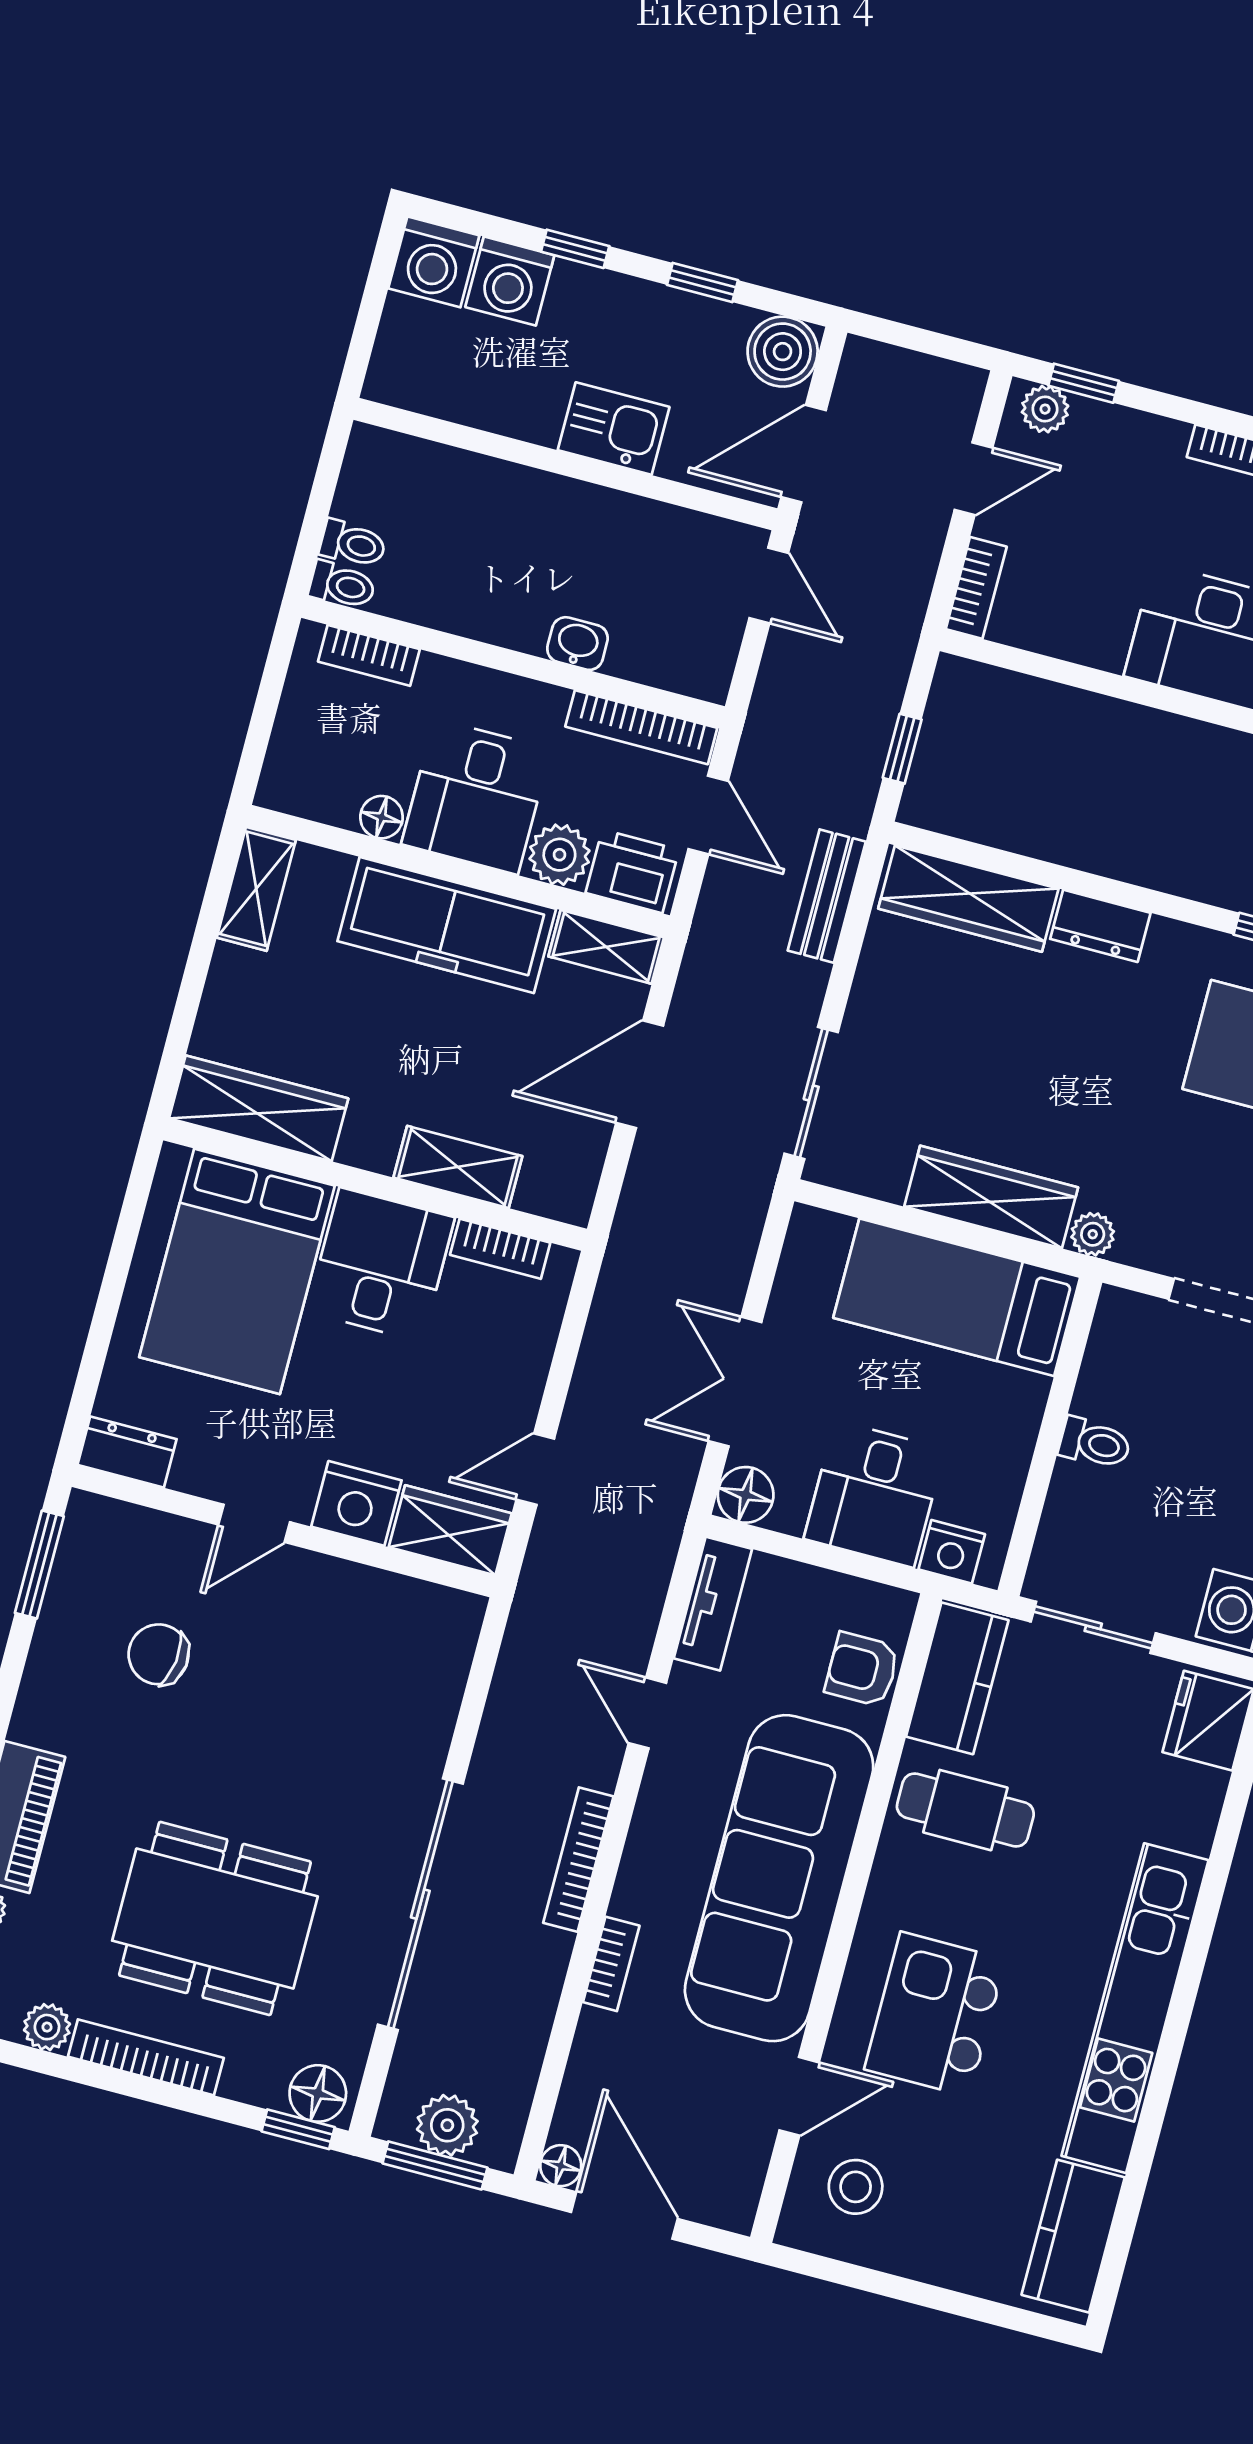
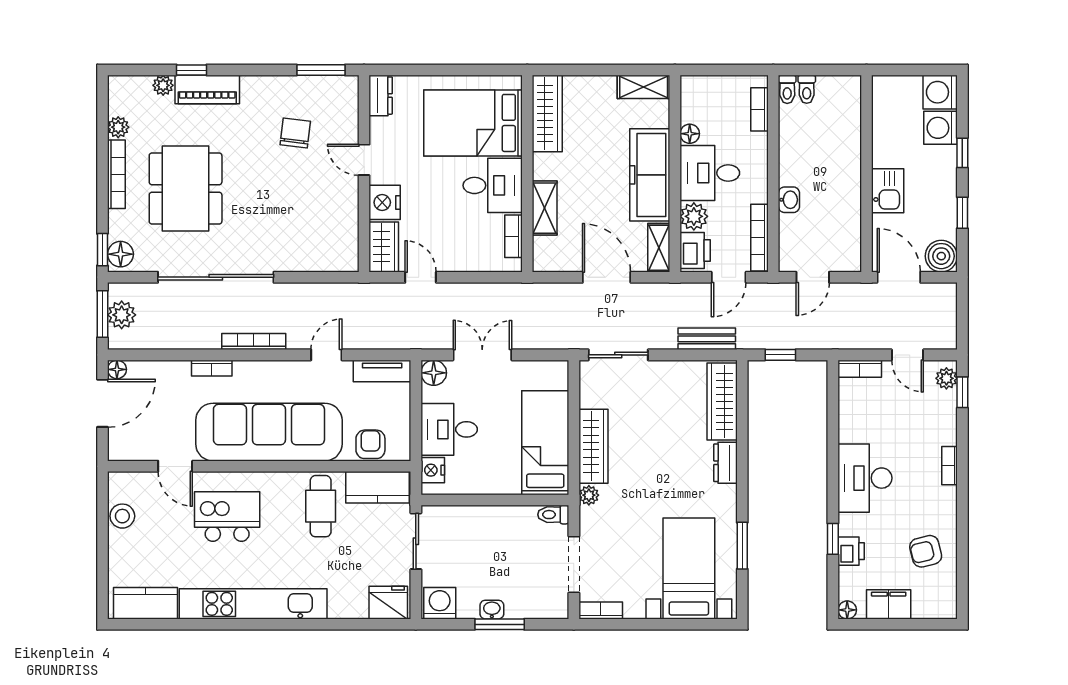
door: (769, 585) -> (813, 277), moved
toilet: (1095, 1443) -> (553, 515), moved, turned 90
stool: (856, 2187) -> (122, 516), moved

